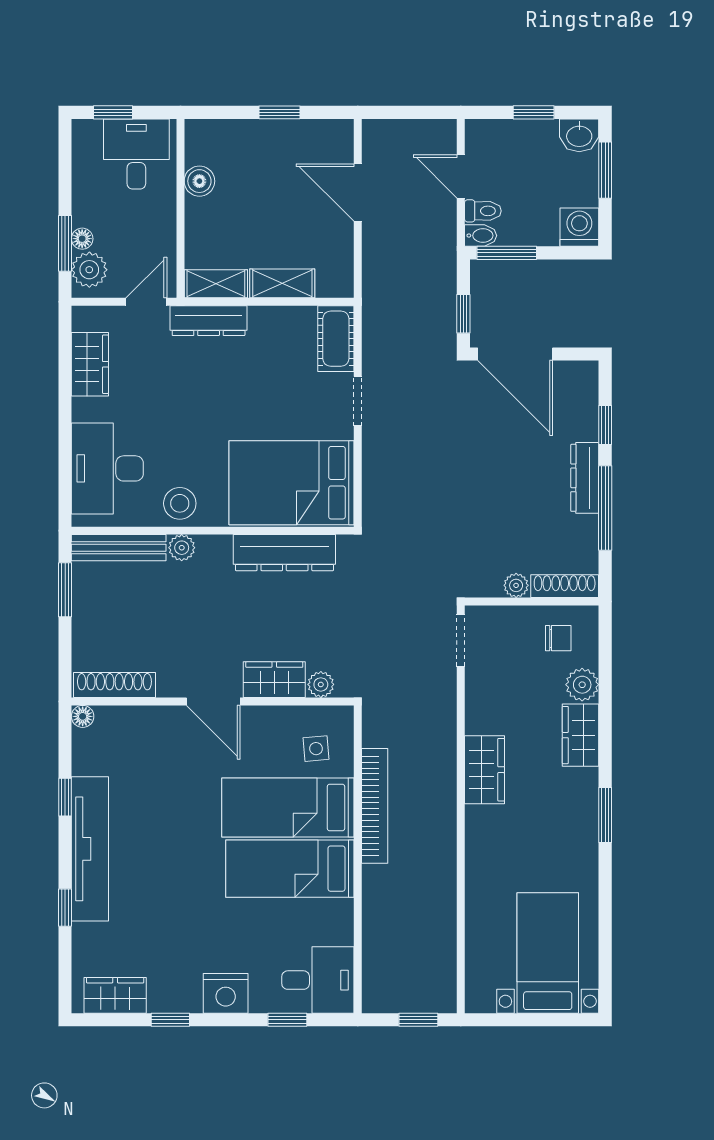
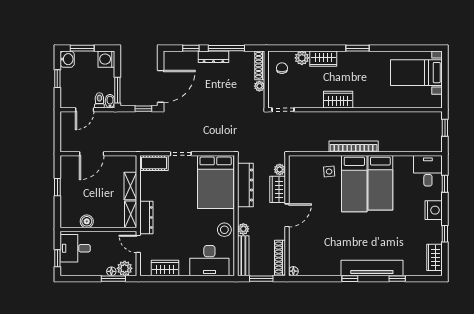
wardrobe: (274, 680) -> (278, 189), moved
plant: (321, 684) -> (280, 169), moved
shoe rack: (114, 685) -> (280, 258), moved
door: (213, 701) -> (287, 215), moved
wall: (213, 701) -> (287, 216), moved
floor lamp: (83, 716) -> (293, 271), moved

